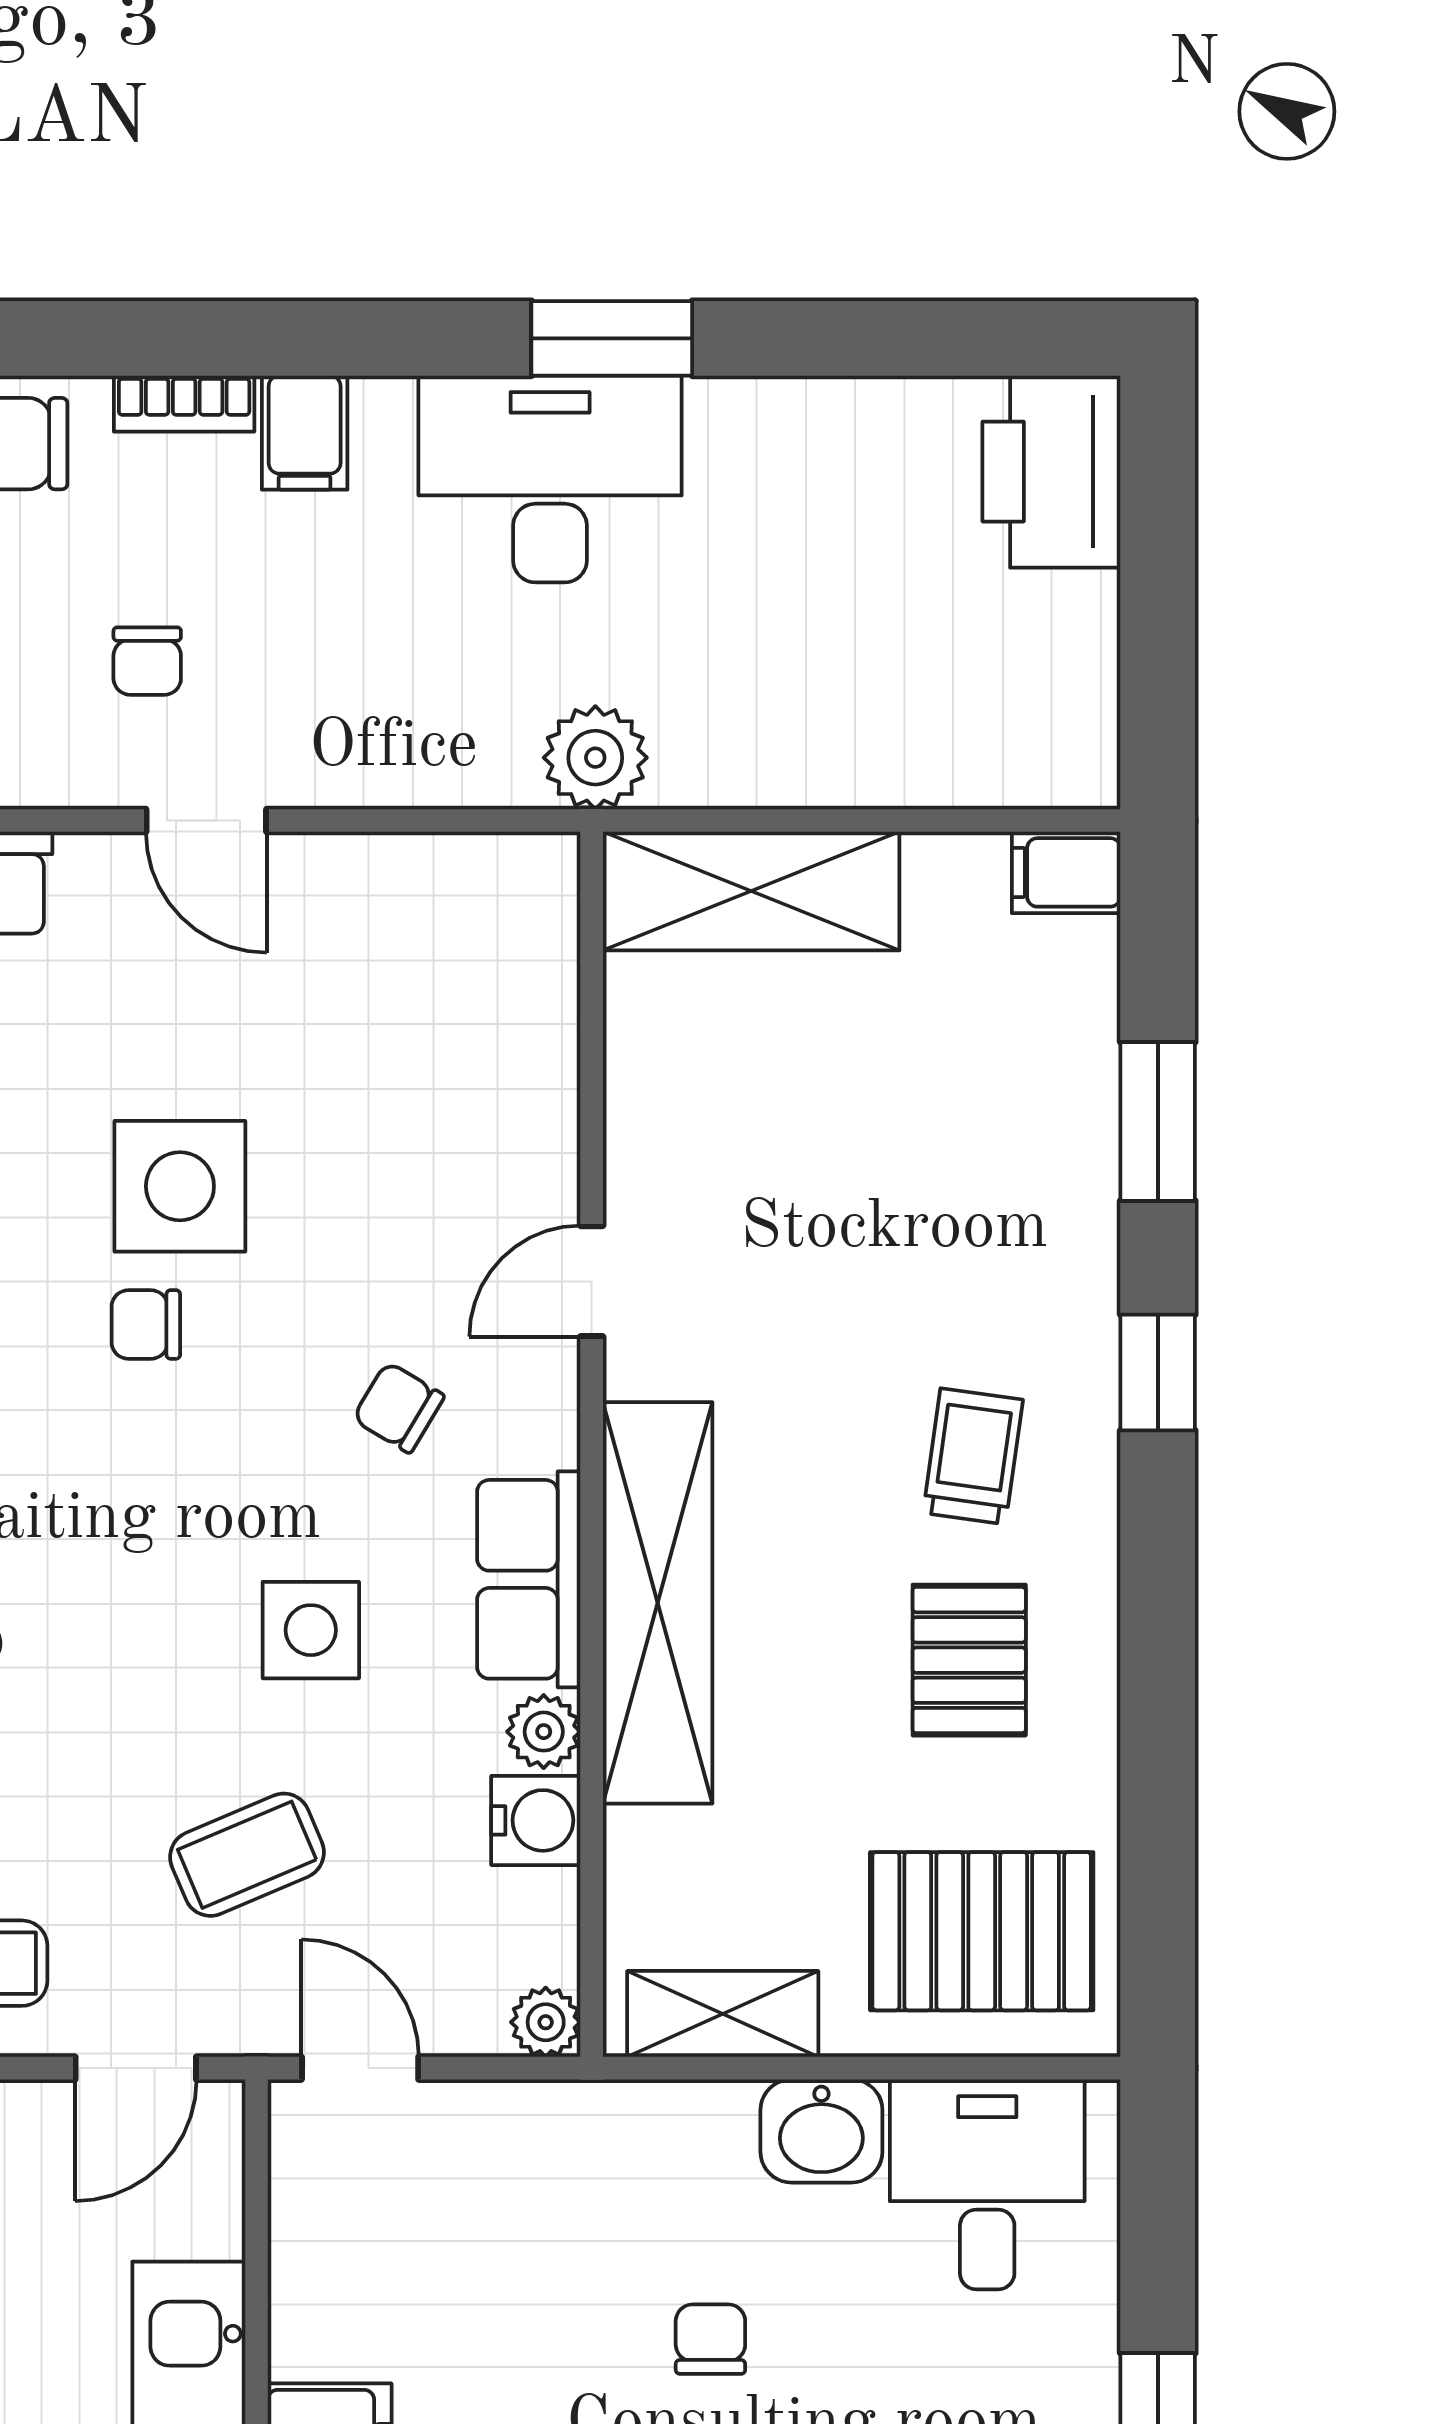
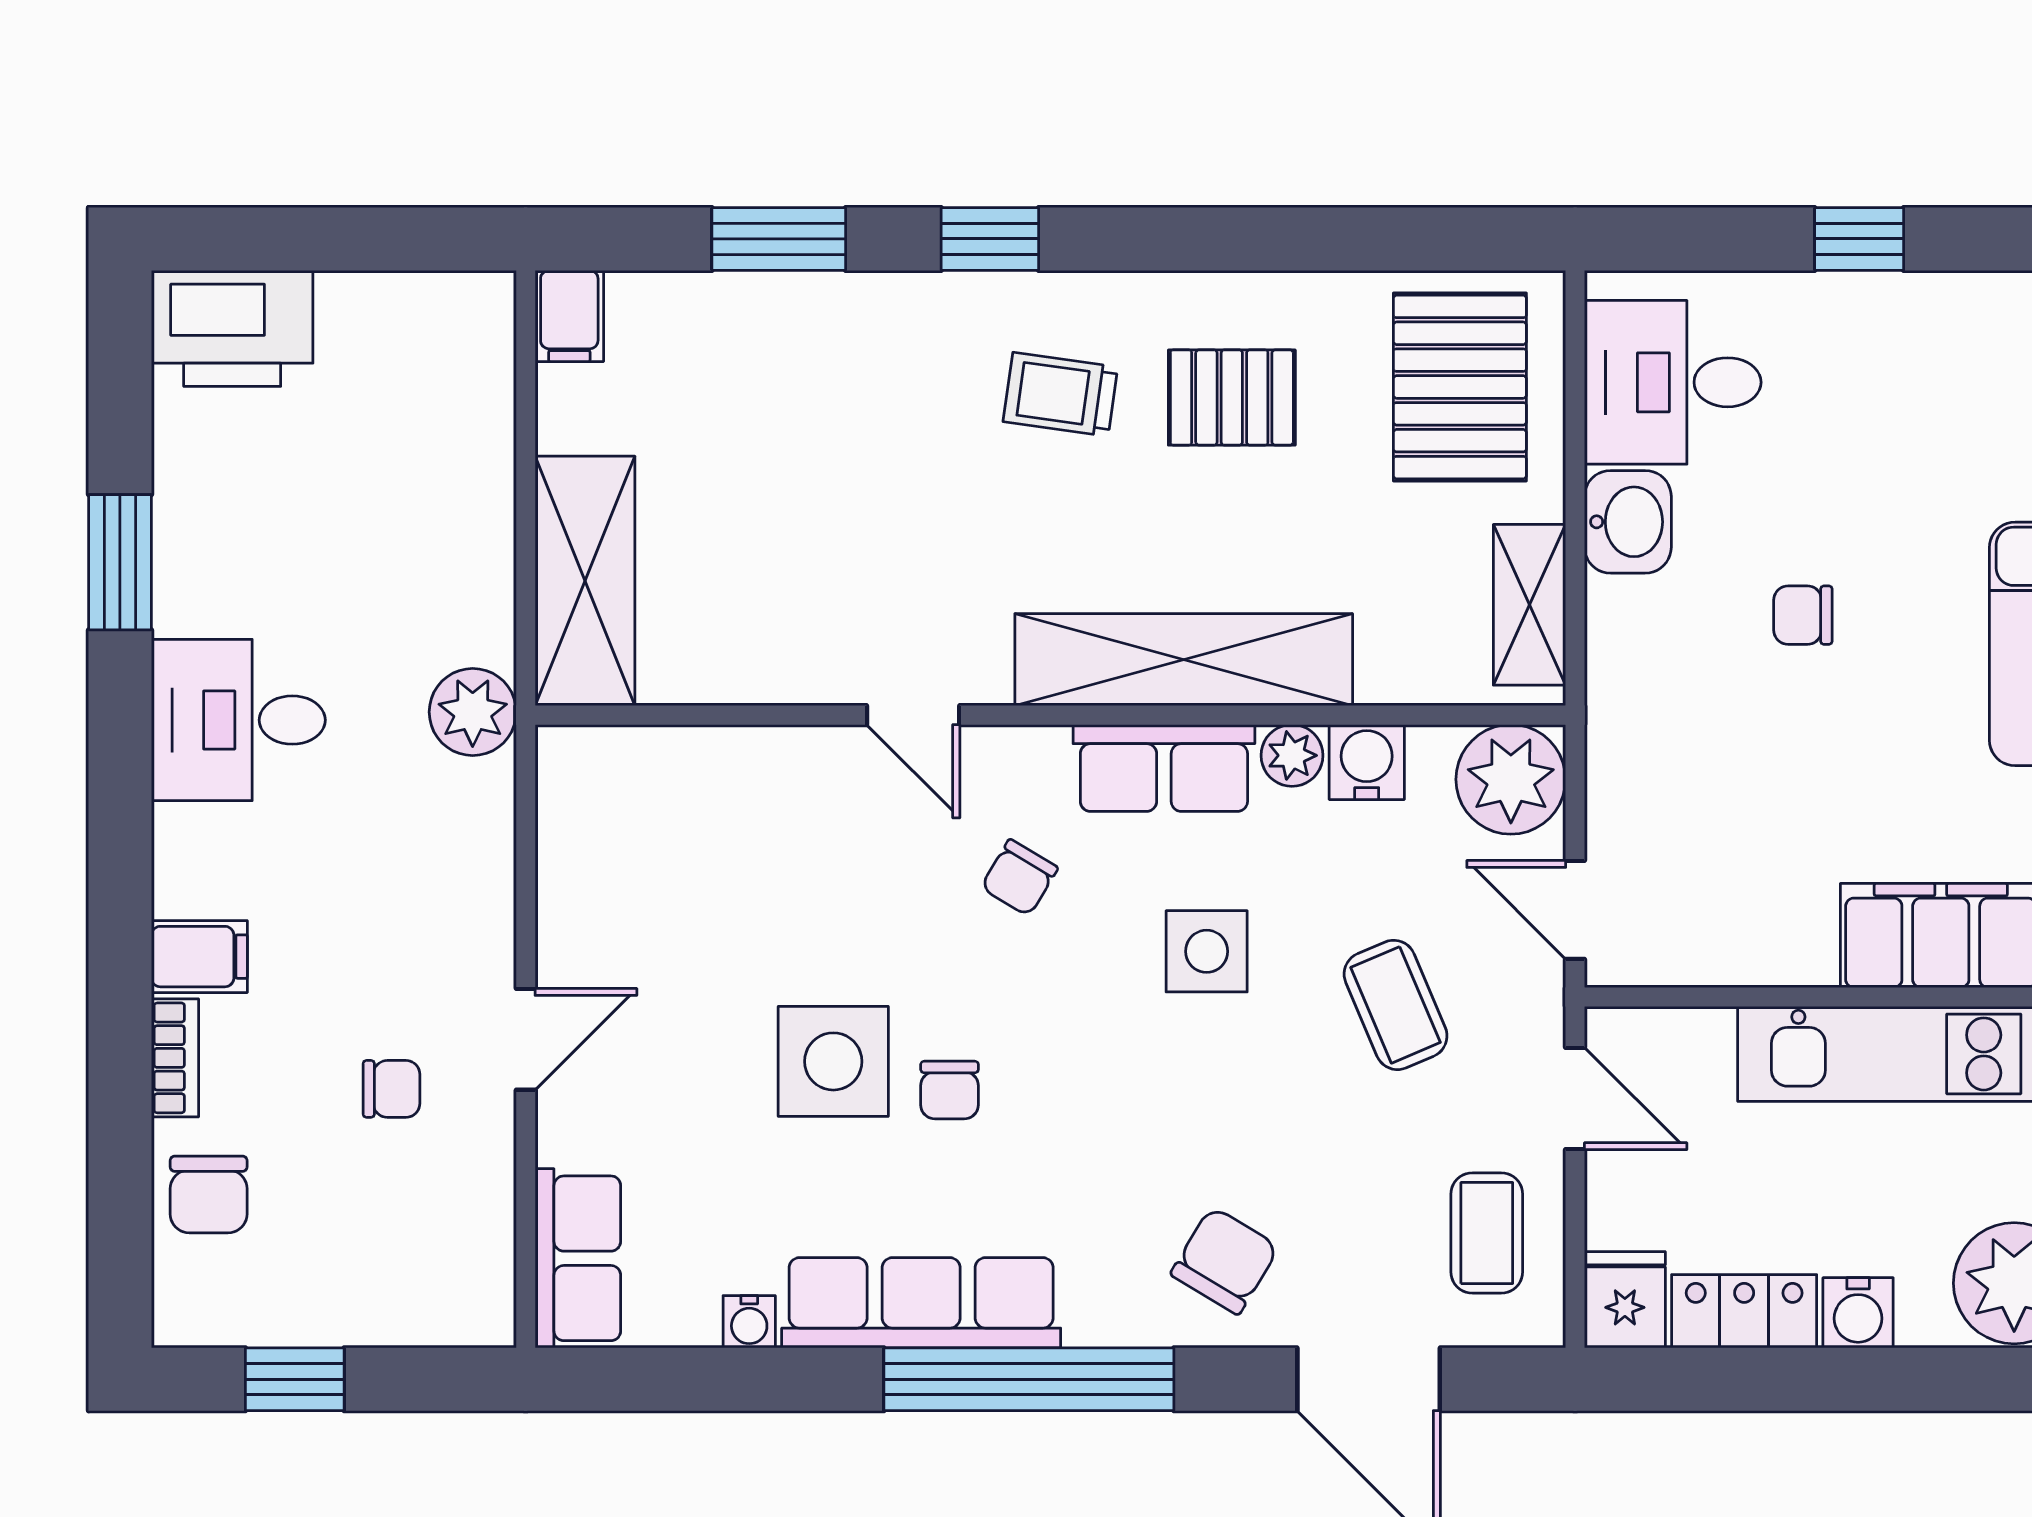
window: (612, 338) -> (120, 562), moved
desk: (550, 479) -> (238, 720), width x0.73
plant: (546, 2022) -> (1511, 779), width x1.87, depth x1.87
door: (360, 2068) -> (1575, 910), hinge flipped

